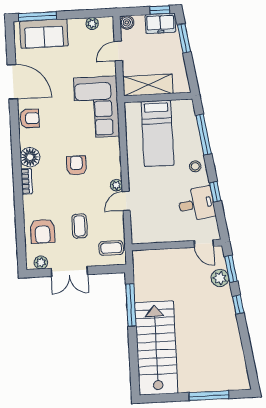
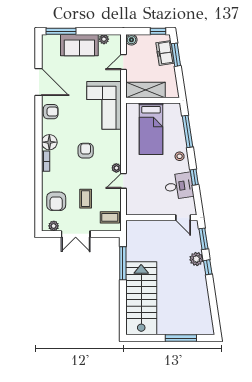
freezer: (160, 23) -> (165, 53), moved, turned 82
sofa: (44, 34) -> (79, 45), moved
plant: (220, 278) -> (196, 259), moved

